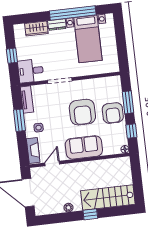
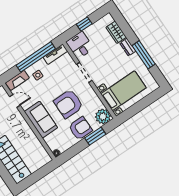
window: (73, 13) -> (144, 55), width x0.68
bed with nightstands: (88, 39) -> (123, 91), moved, turned 180
plant: (113, 85) -> (103, 116), added
armchair: (113, 113) -> (80, 128), turned 180
window: (19, 120) -> (36, 57), width x2.11
window: (131, 131) -> (74, 151), removed

